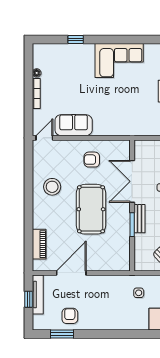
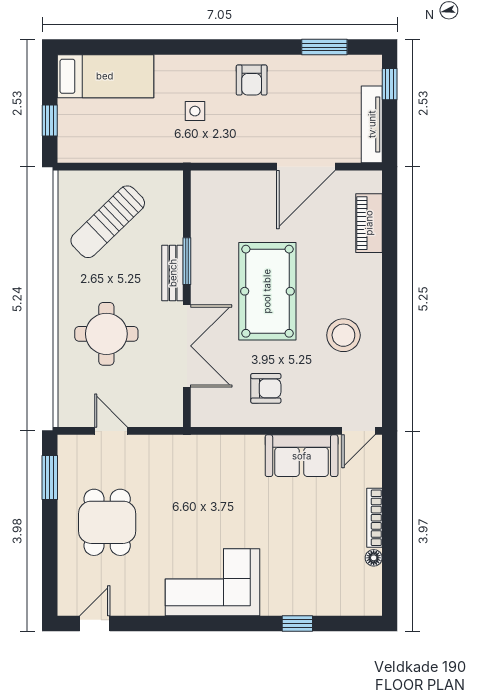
side table: (139, 293) -> (195, 111), moved
window: (29, 299) -> (390, 84), moved
armchair: (70, 316) -> (252, 80), moved

